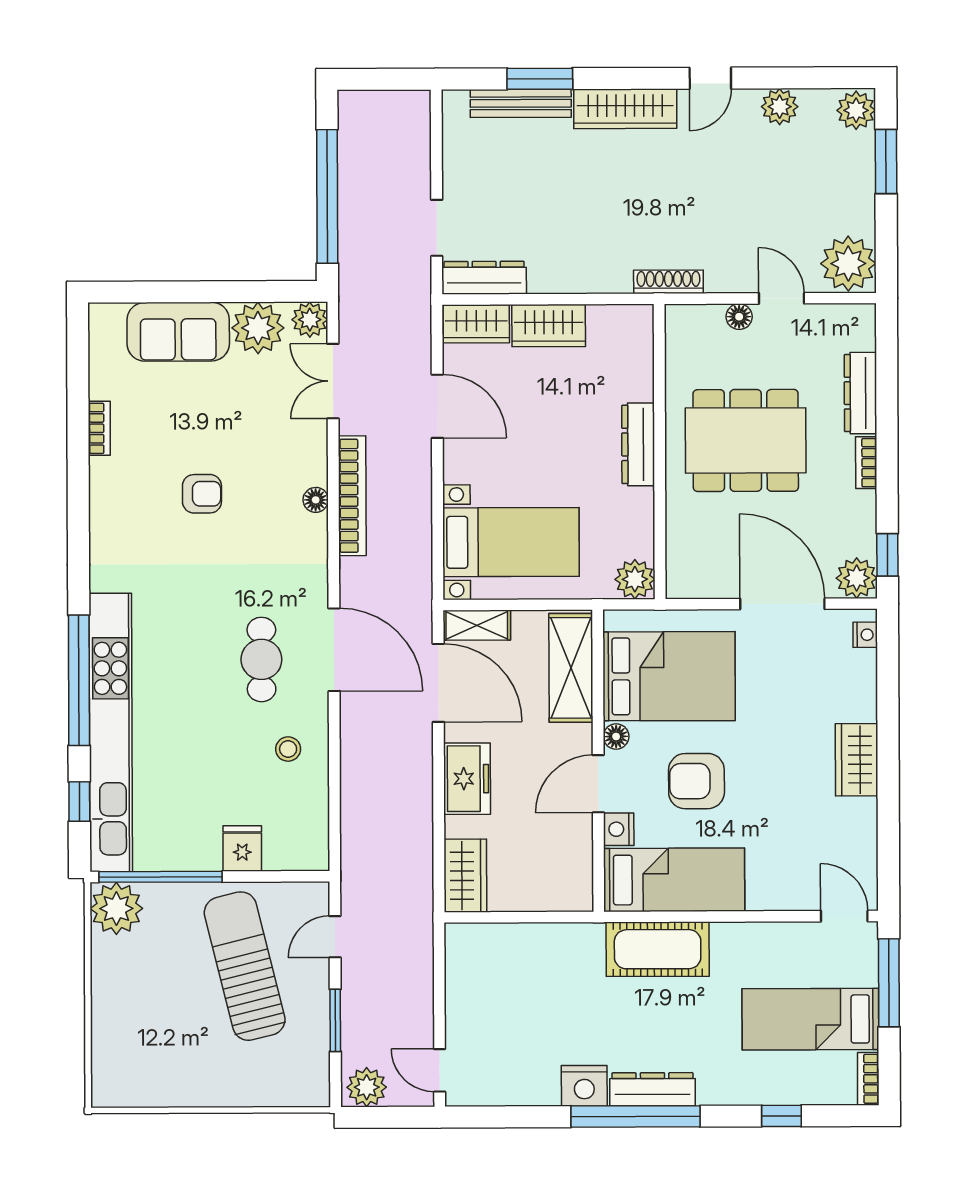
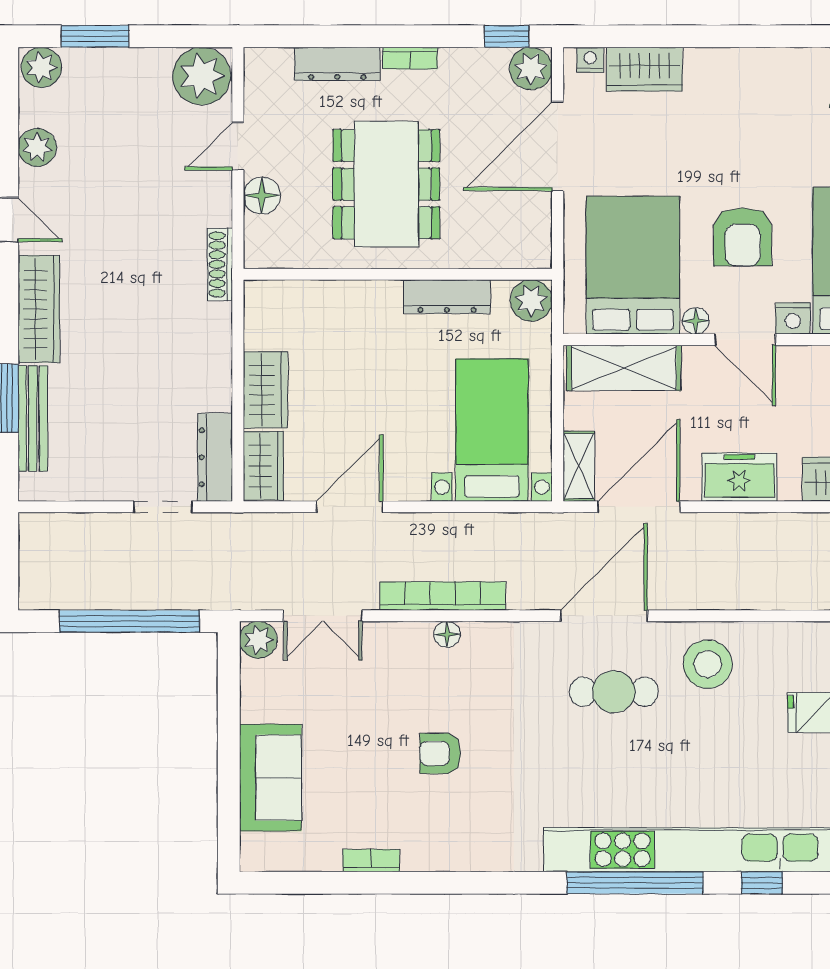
floor lamp: (739, 317) -> (262, 196), width x1.37, depth x1.37
plant: (258, 328) -> (267, 694), removed
dresser: (638, 444) -> (447, 297), moved
armchair: (202, 494) -> (440, 753), turned -90
stool: (288, 749) -> (708, 664), width x1.89, depth x1.89
wardrobe: (857, 760) -> (644, 69), moved

